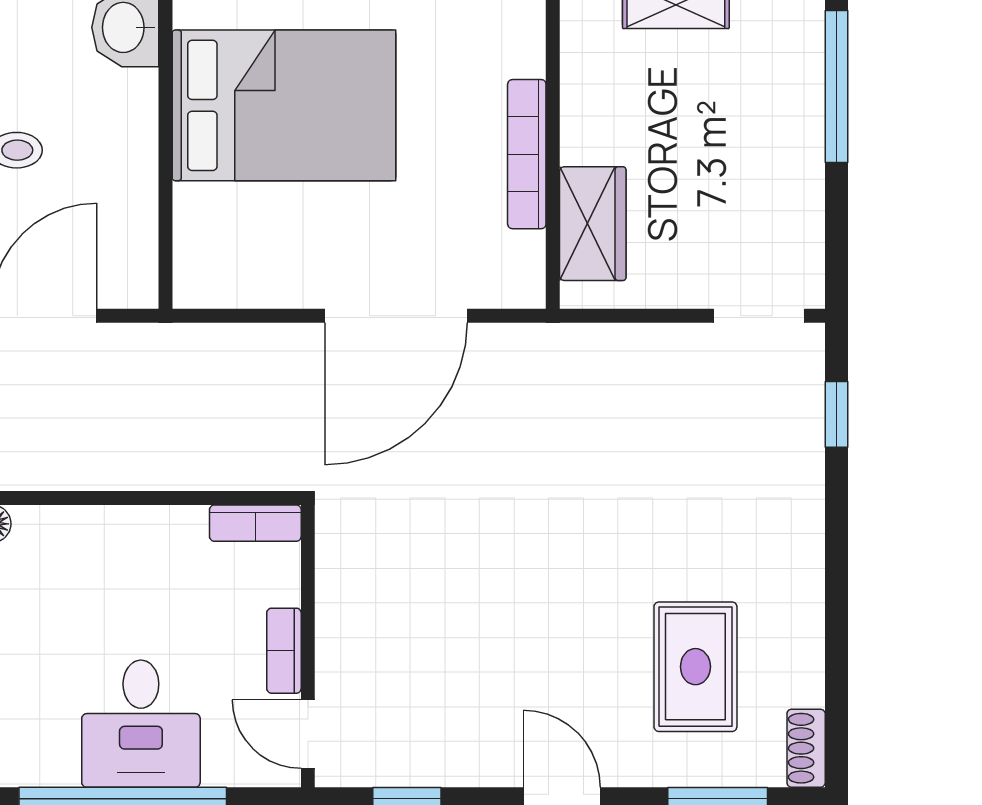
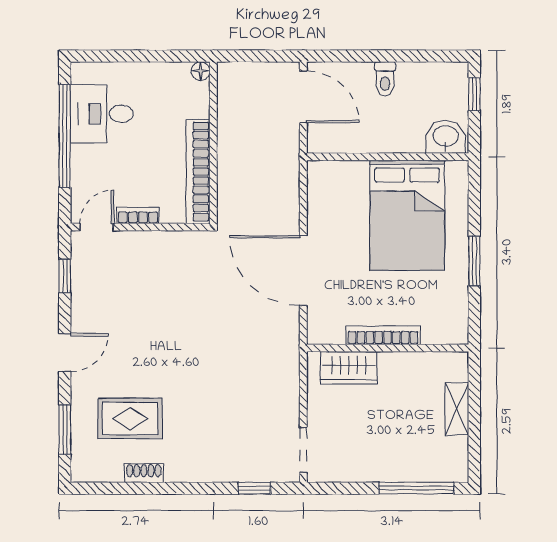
bookcase: (255, 523) -> (198, 172), width x2.31, depth x1.31
desk: (141, 724) -> (102, 114), moved
shoe rack: (806, 748) -> (144, 473), moved

